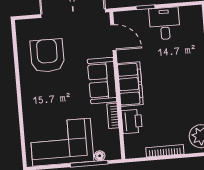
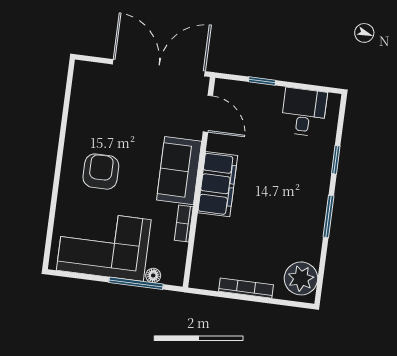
desk: (165, 23) -> (304, 112), moved
armchair: (47, 56) -> (101, 172), moved, width x0.73, depth x0.73
printer: (132, 121) -> (208, 237), removed

